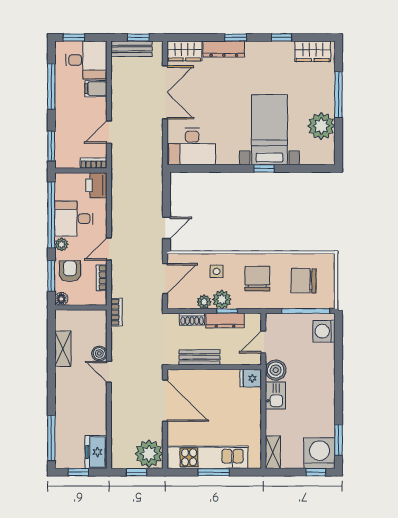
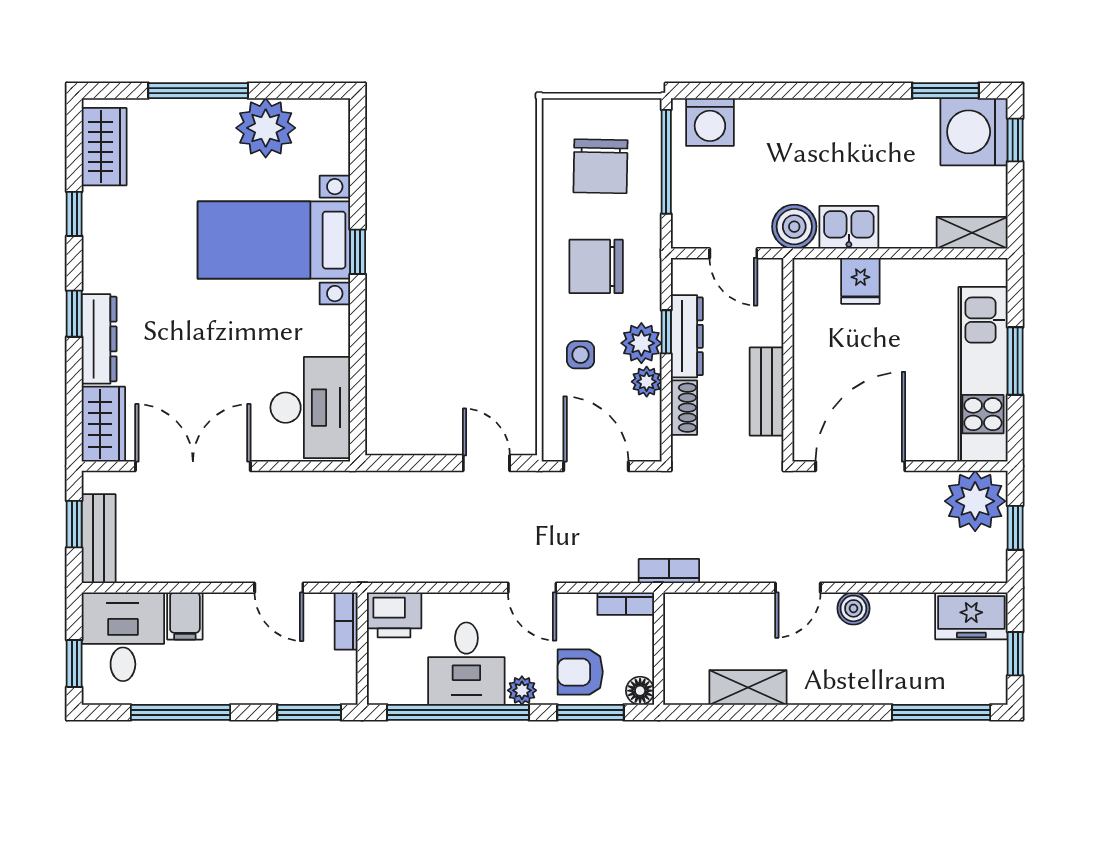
bookcase: (102, 278) -> (626, 604), moved
boiler: (99, 353) -> (853, 608), moved
fridge: (251, 378) -> (860, 281), moved

